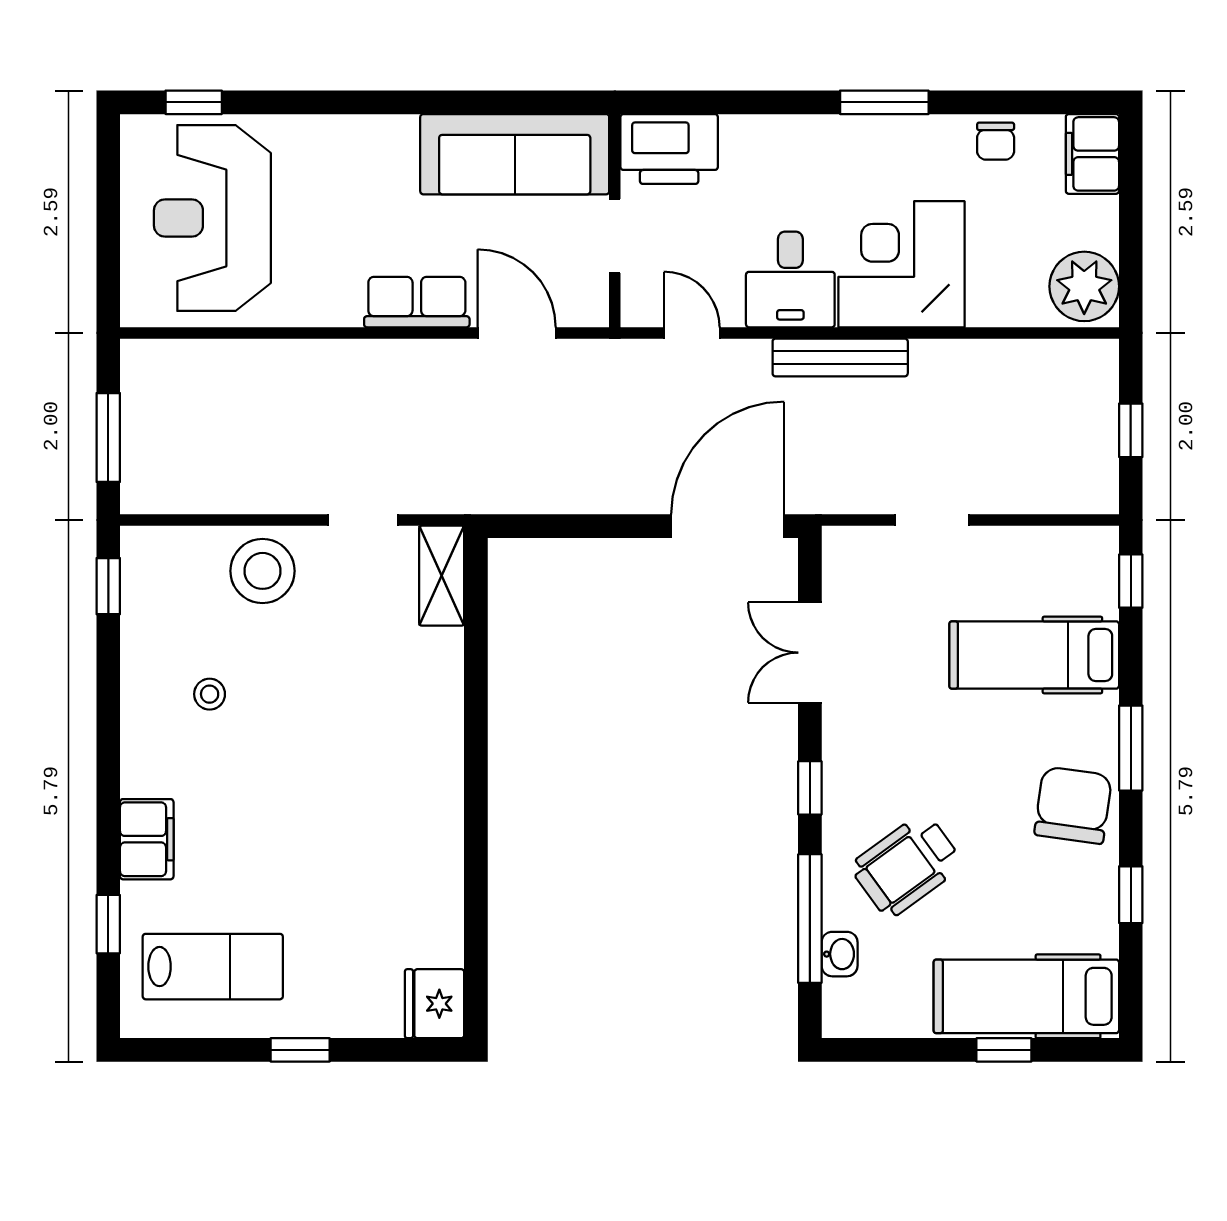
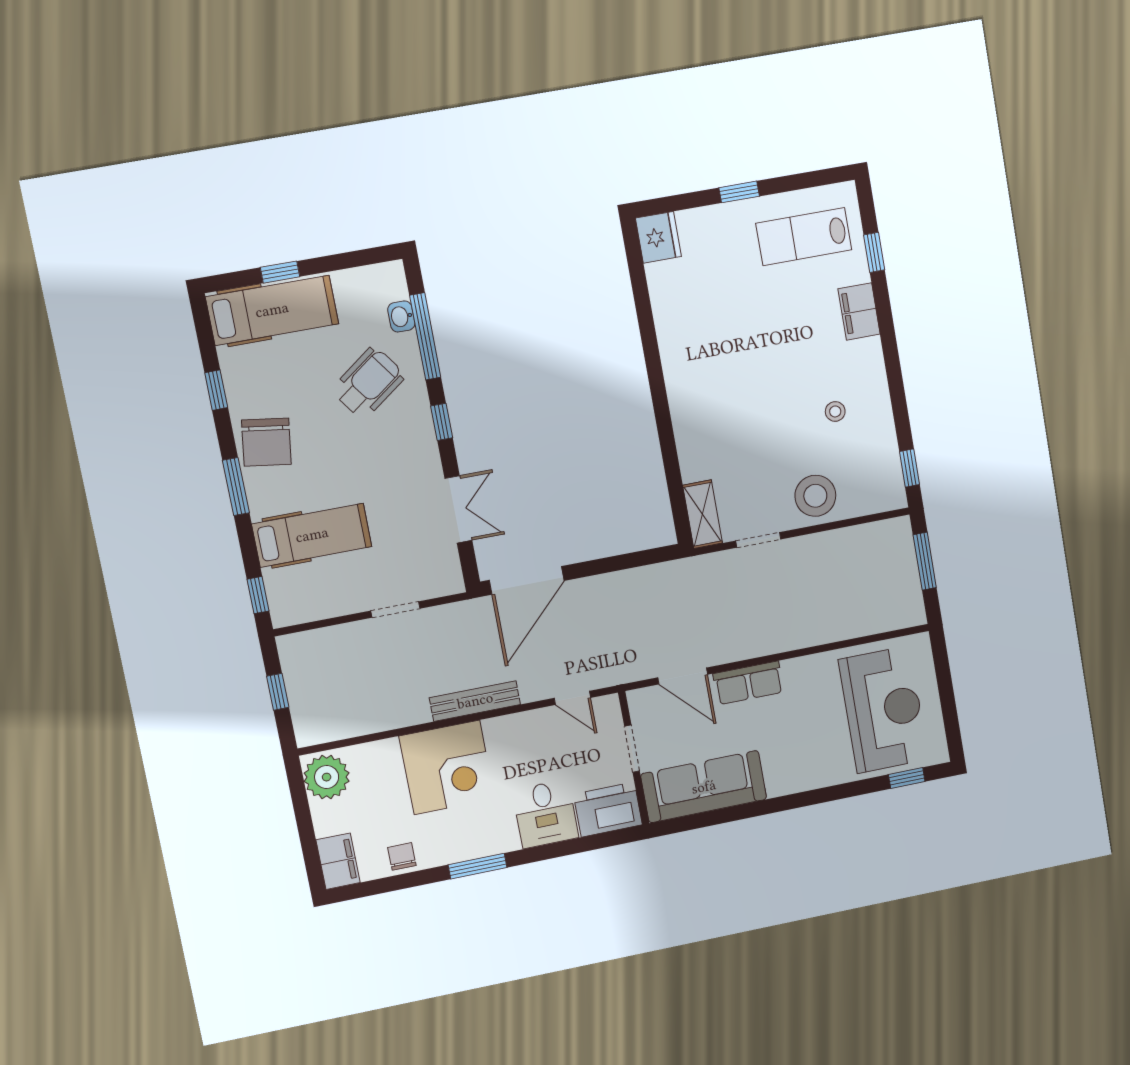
desk: (790, 279) -> (545, 814), moved, turned 180

